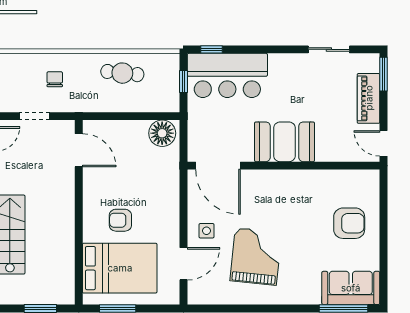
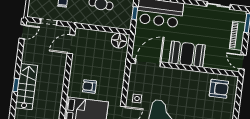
door: (79, 150) -> (71, 44), swing flipped
door: (218, 166) -> (148, 63), swing flipped
armchair: (349, 223) -> (219, 89), moved

